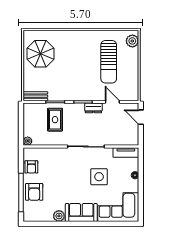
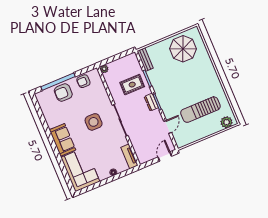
dresser: (93, 108) -> (151, 102), moved
side table: (99, 177) -> (94, 122), moved
plant: (59, 216) -> (52, 122), removed

